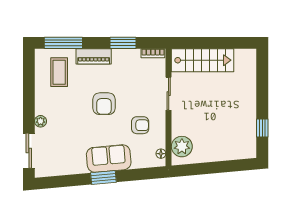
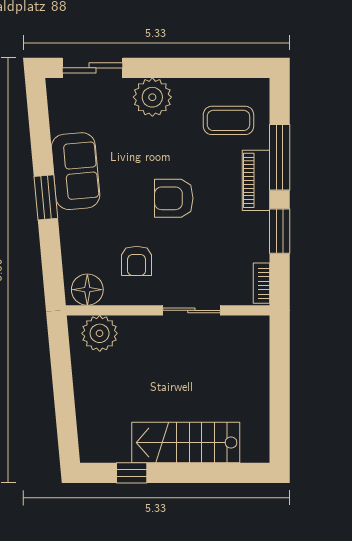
window: (63, 43) -> (280, 157), moved
stairs: (203, 60) -> (186, 443), moved, turned 90
plant: (41, 121) -> (152, 97), width x1.88, depth x1.88
floor lamp: (161, 154) -> (87, 290), width x1.89, depth x1.89
sofa: (109, 159) -> (76, 171), moved

